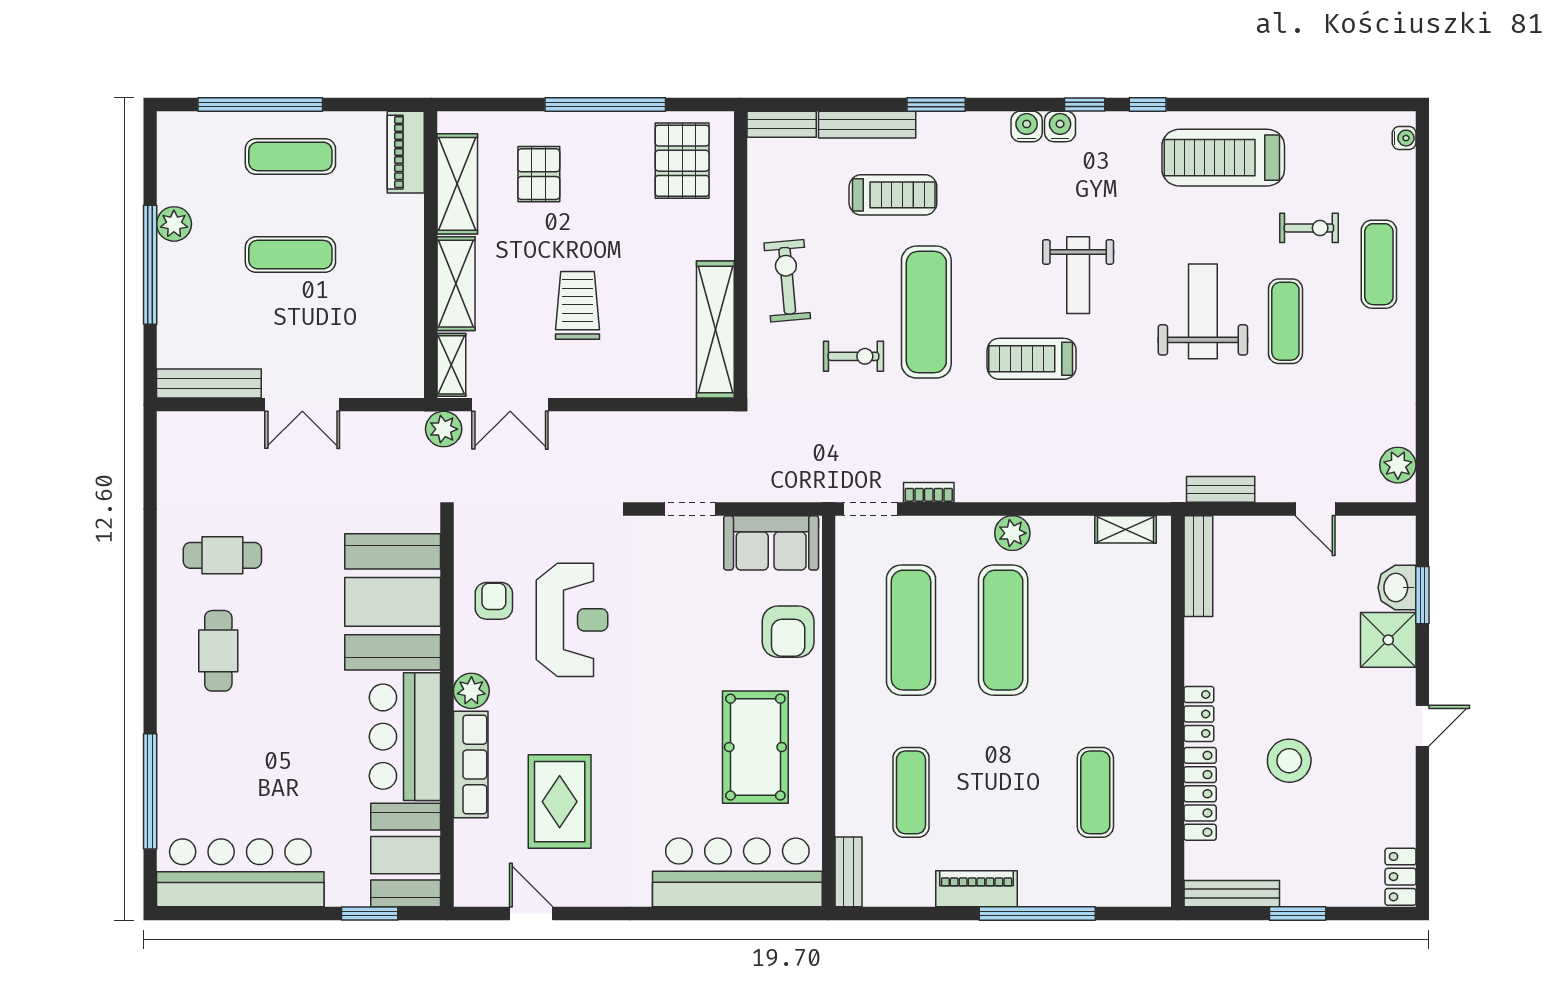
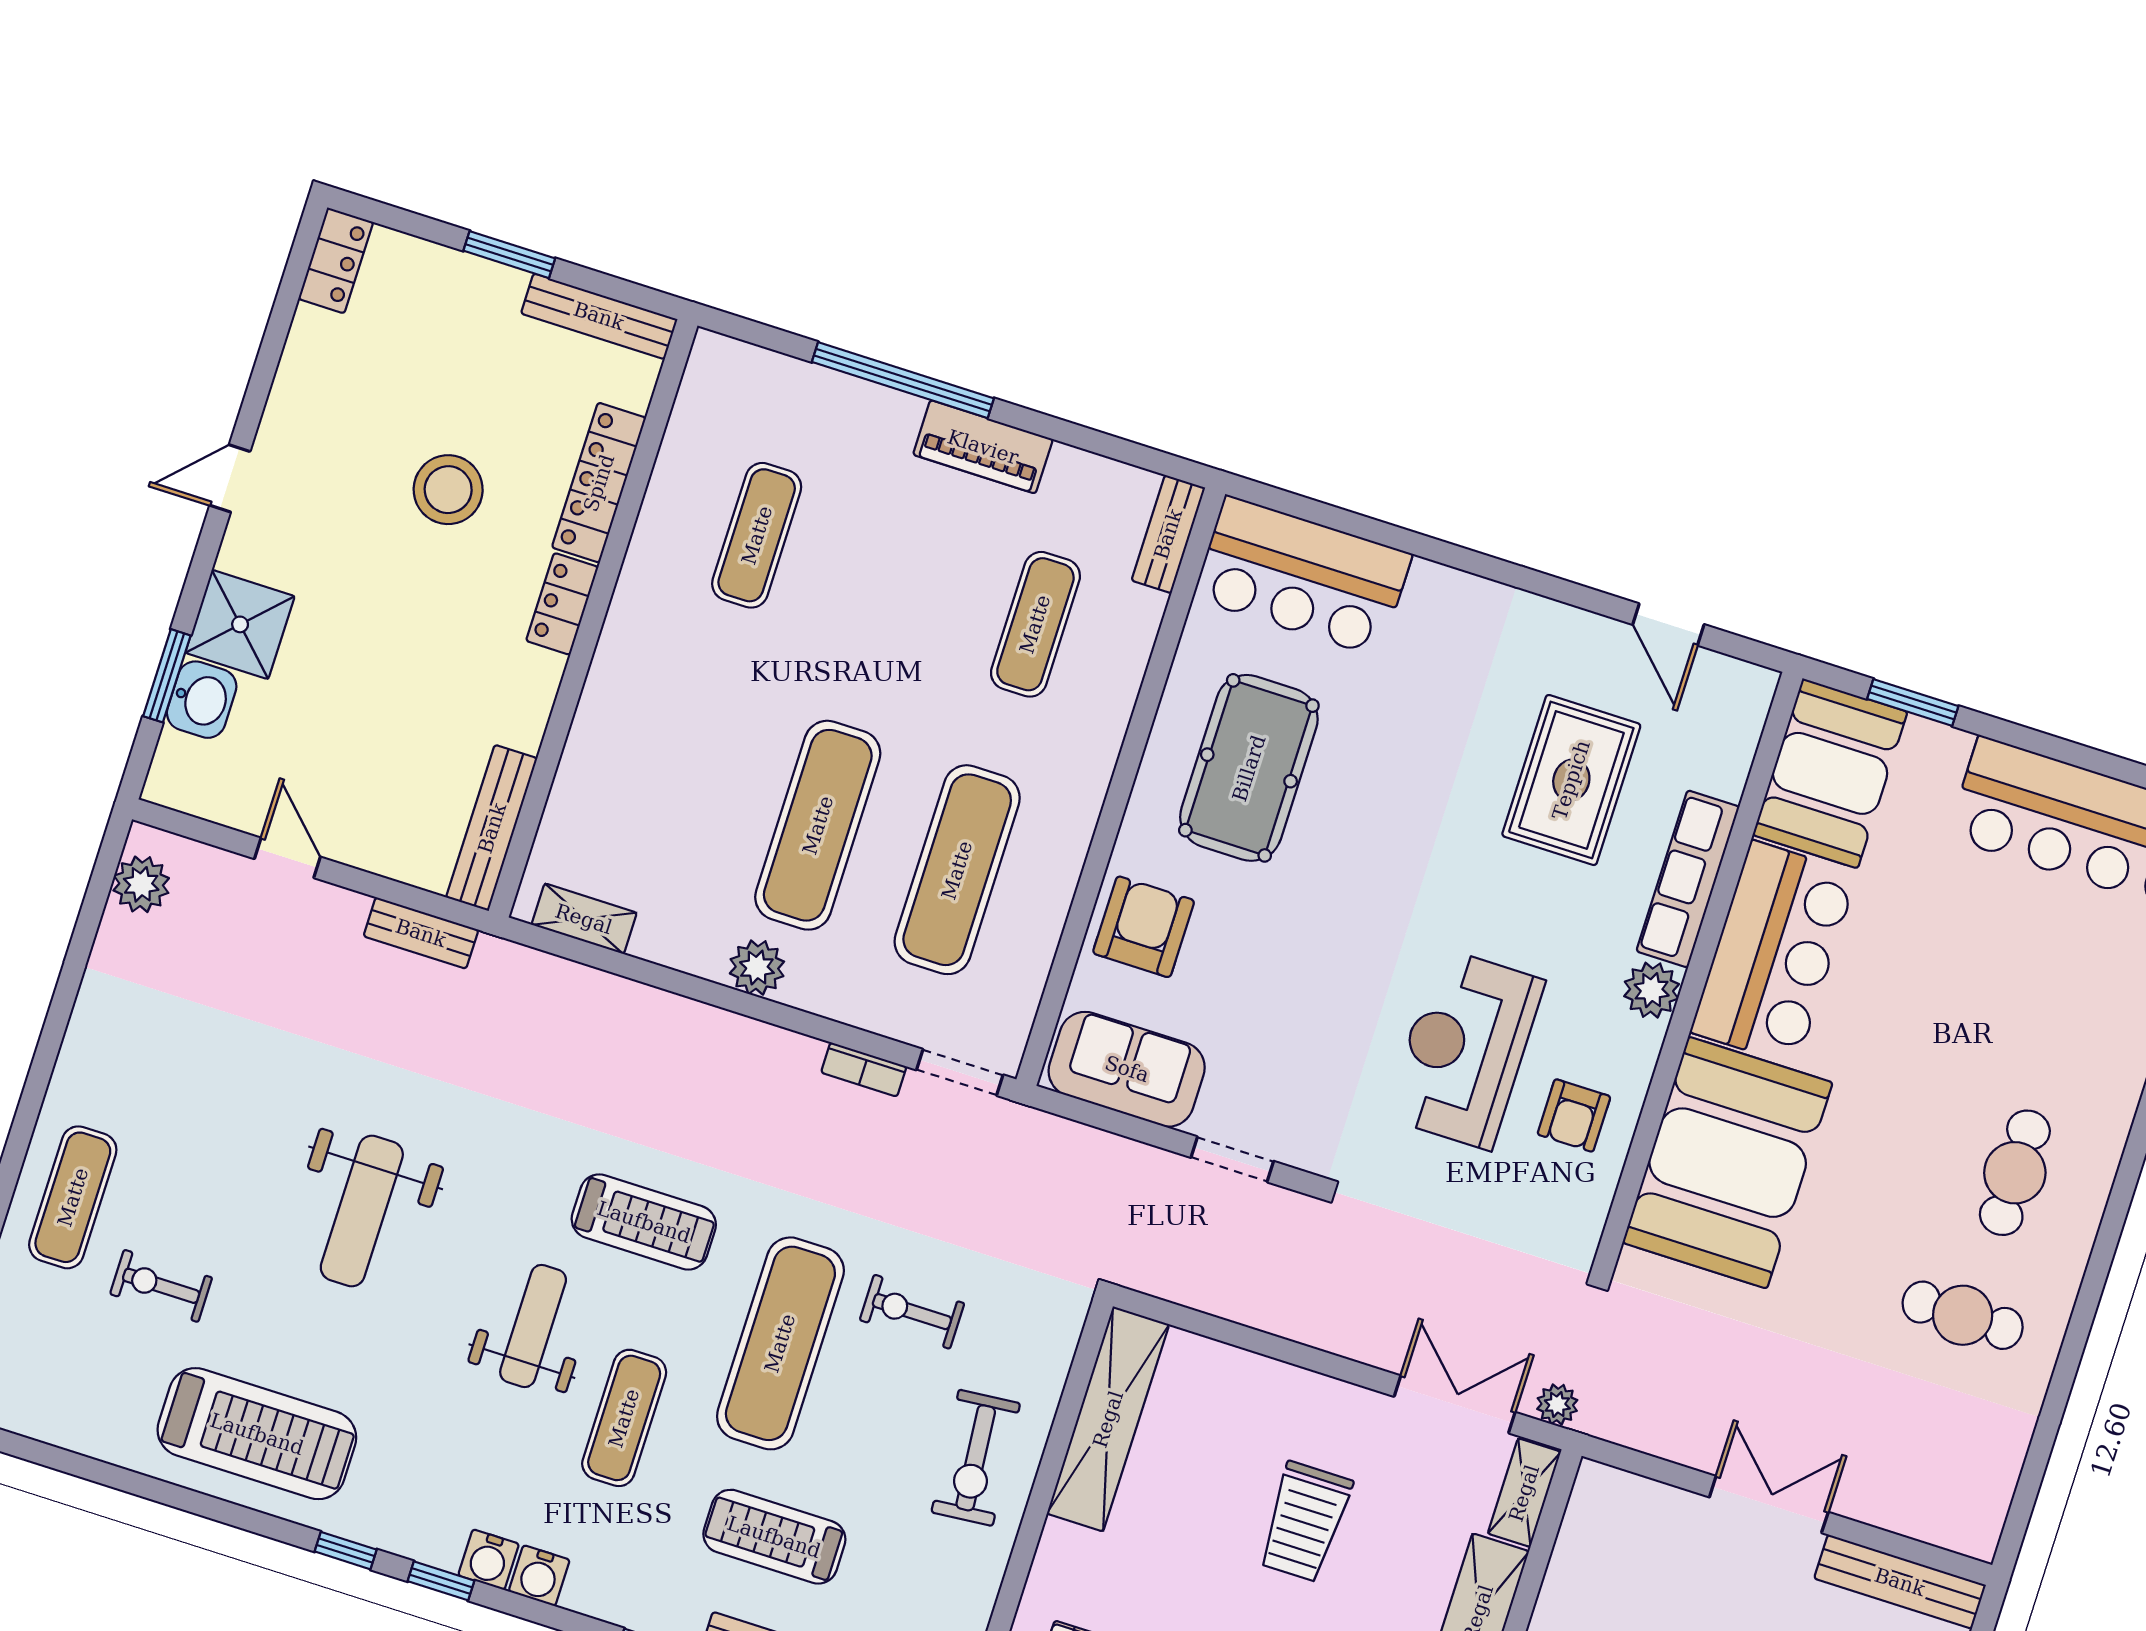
exercise mat: (1285, 321) -> (624, 1418), moved
plant: (444, 429) -> (1557, 1404), width x0.73, depth x0.73
bar counter: (737, 872) -> (1303, 576), width x0.73

